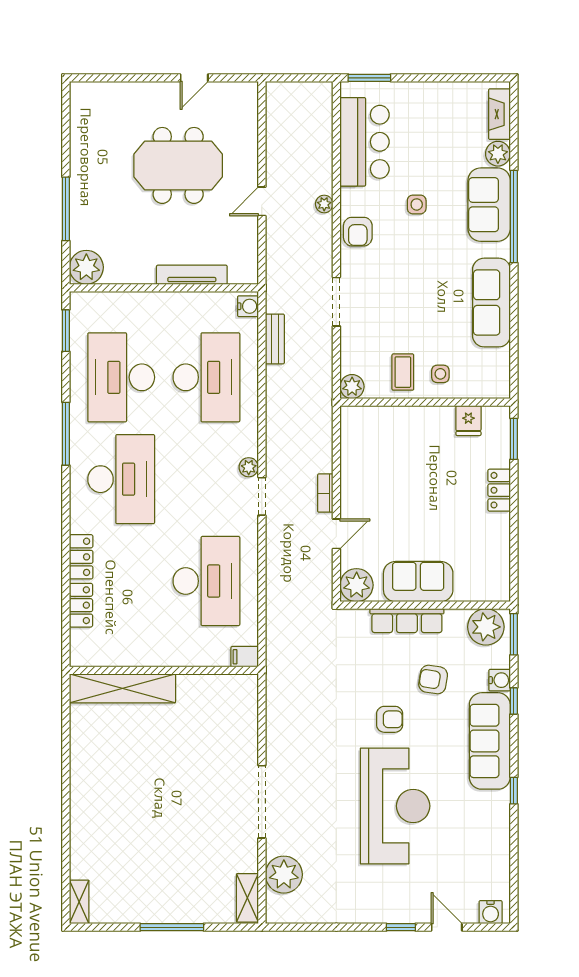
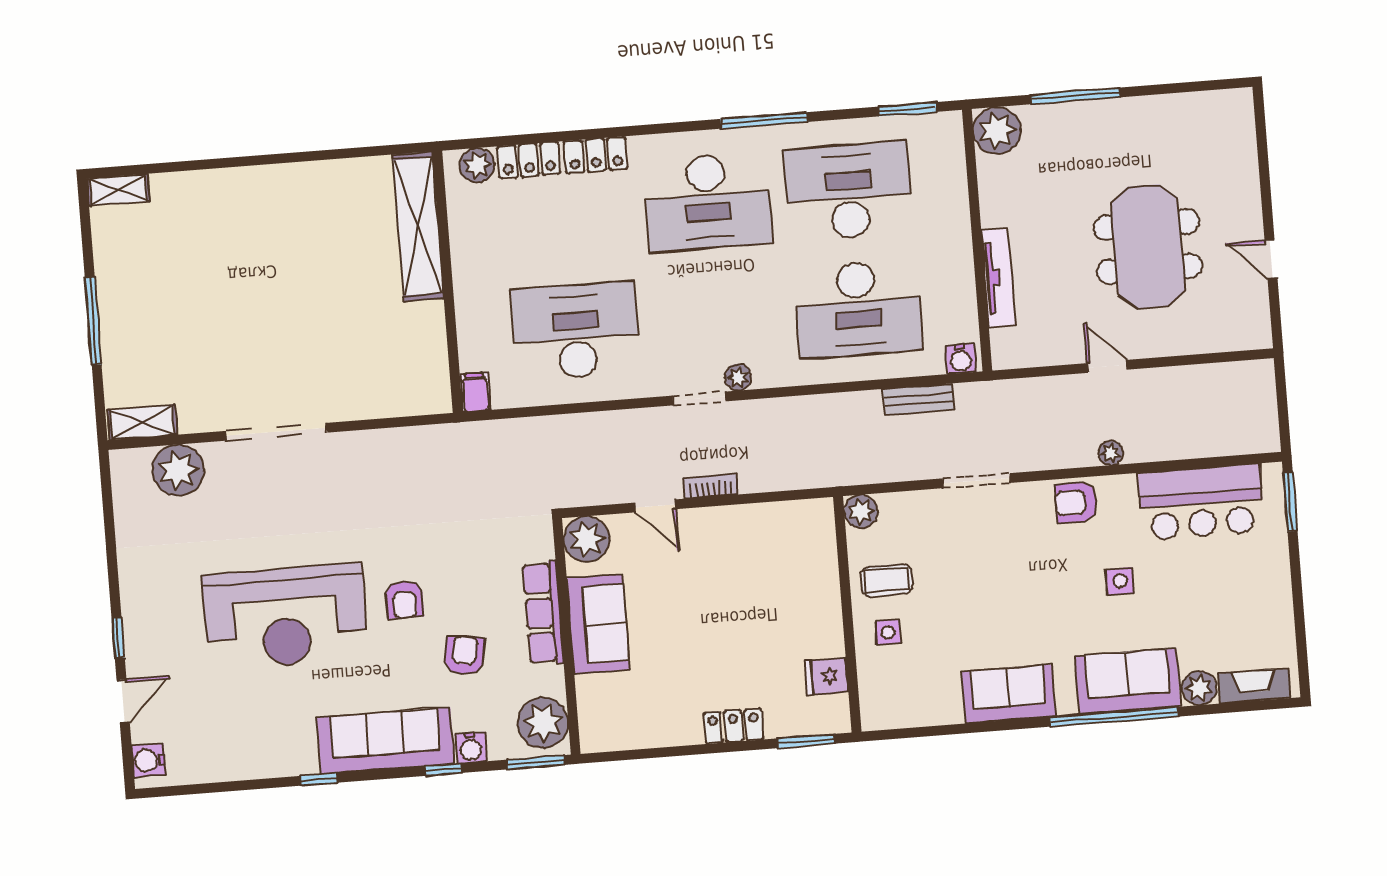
sofa: (491, 303) -> (1009, 694), width x0.73
desk: (206, 581) -> (576, 331), turned 180
plant: (82, 643) -> (477, 165), added

